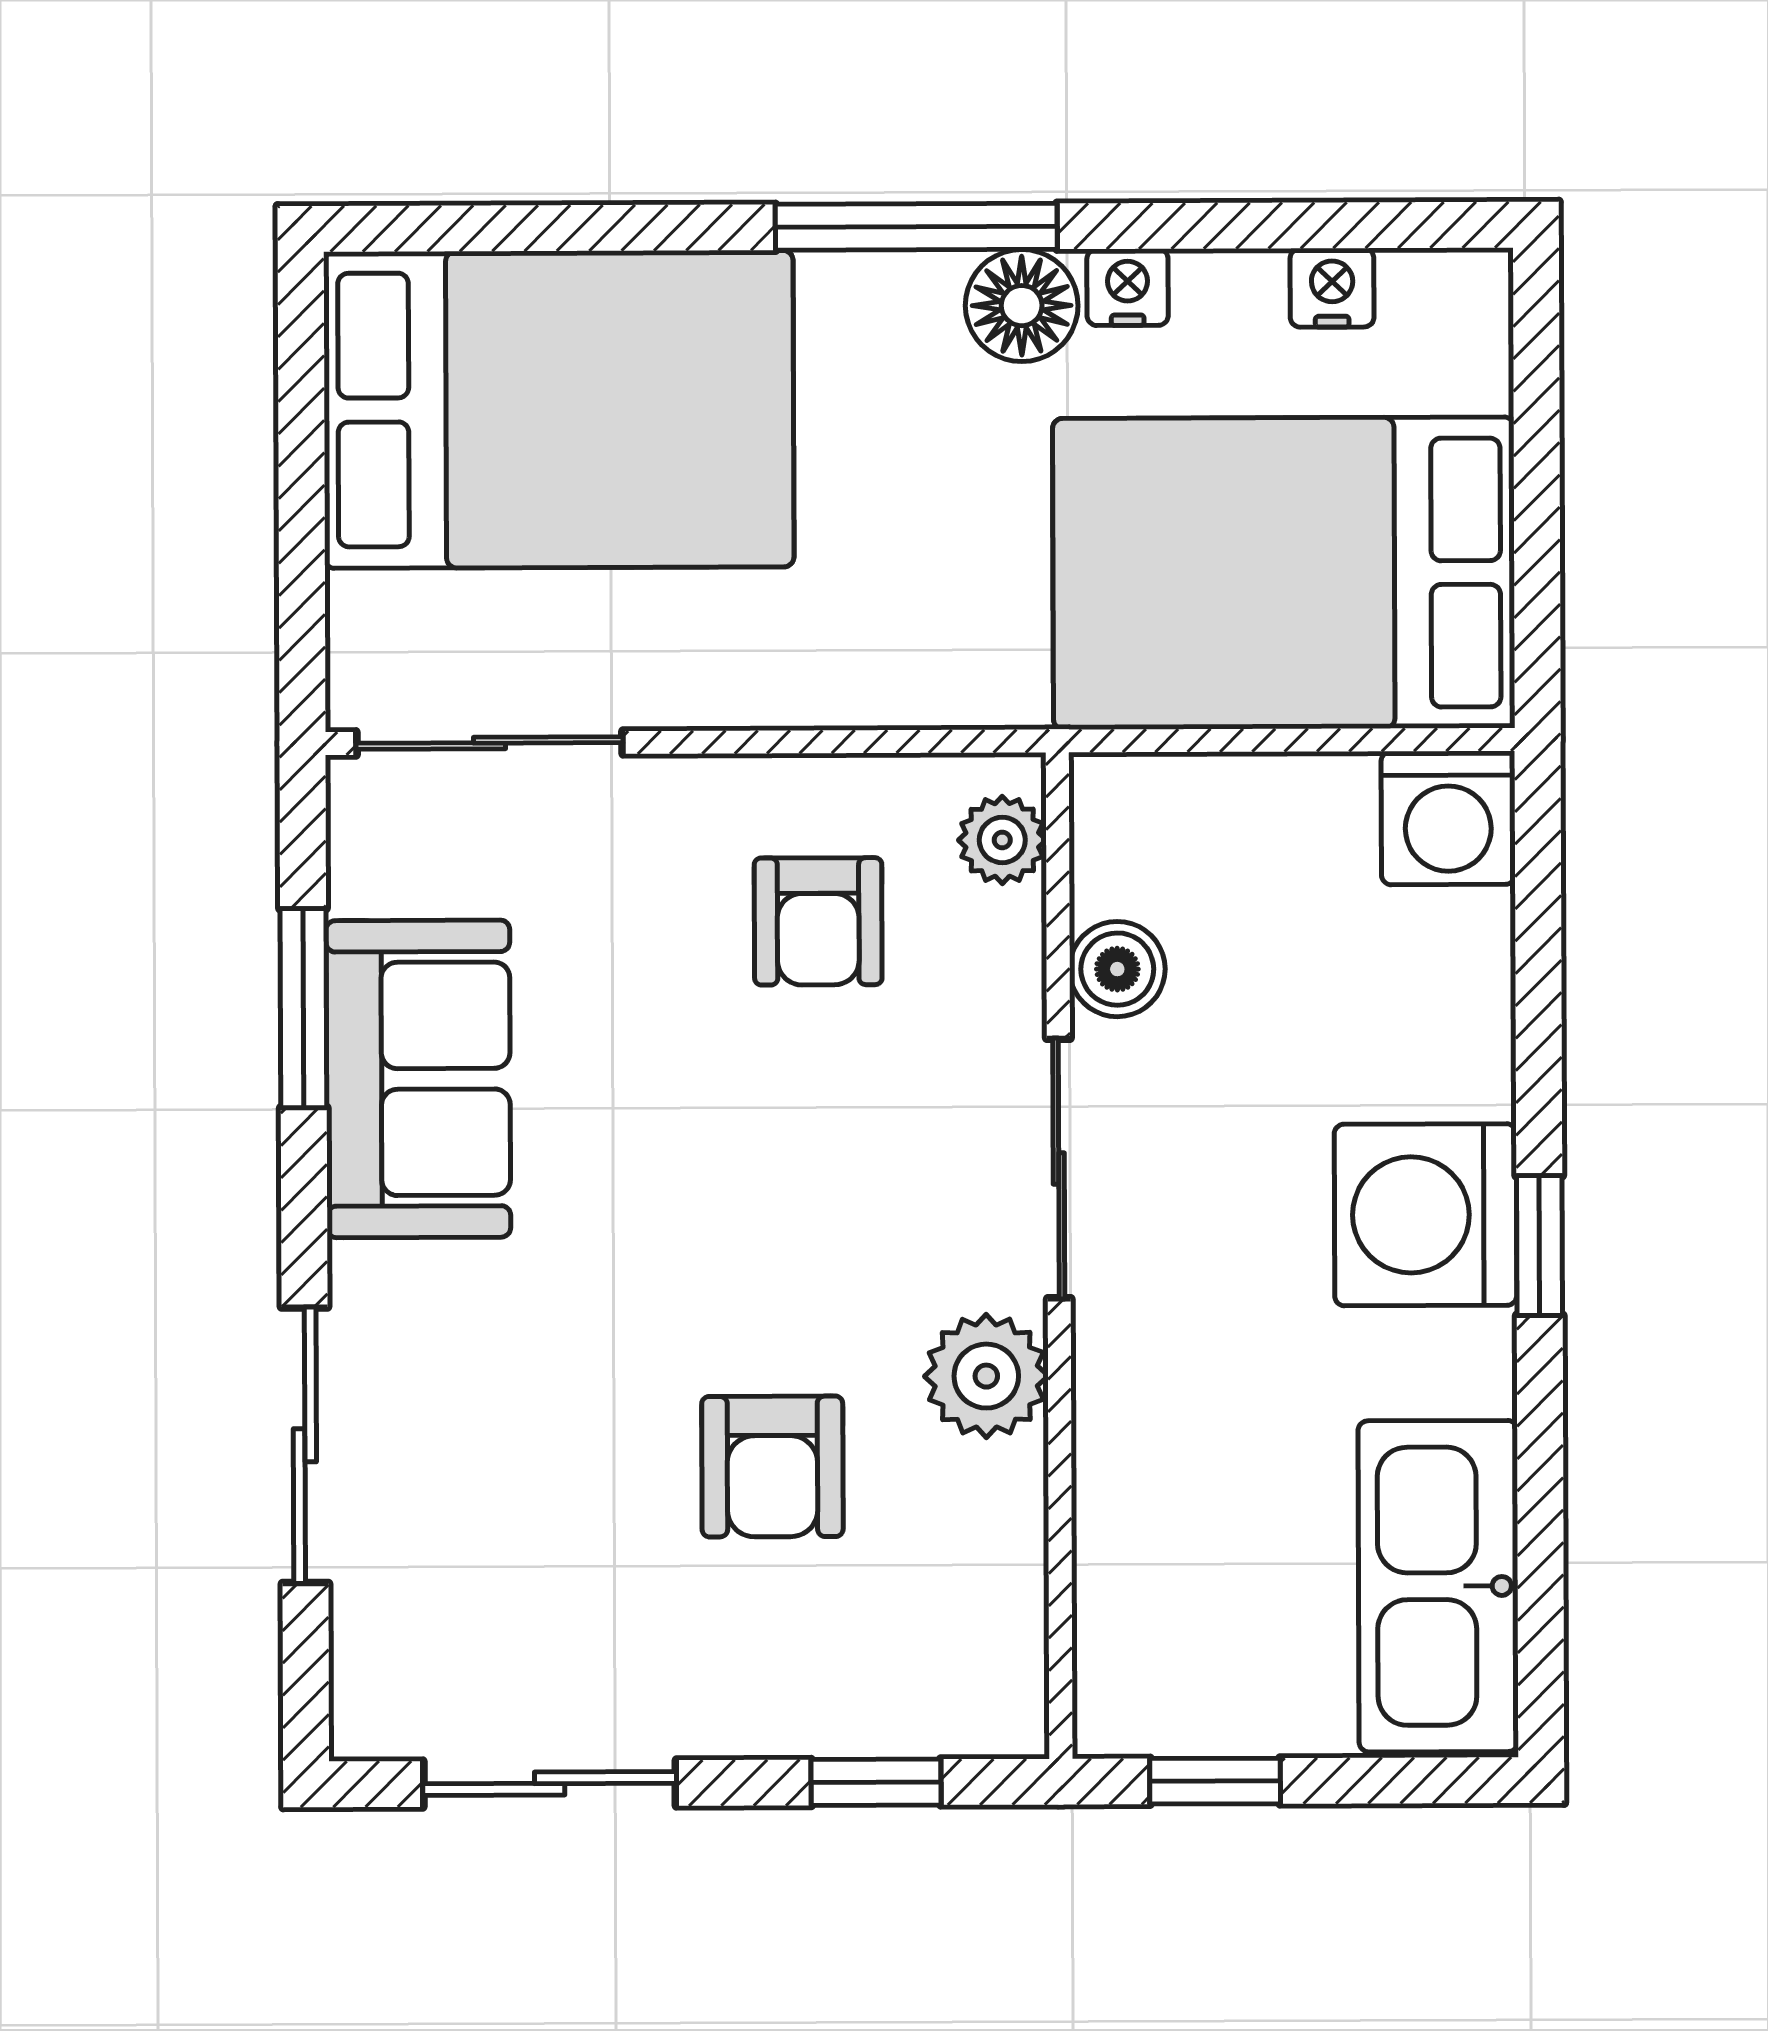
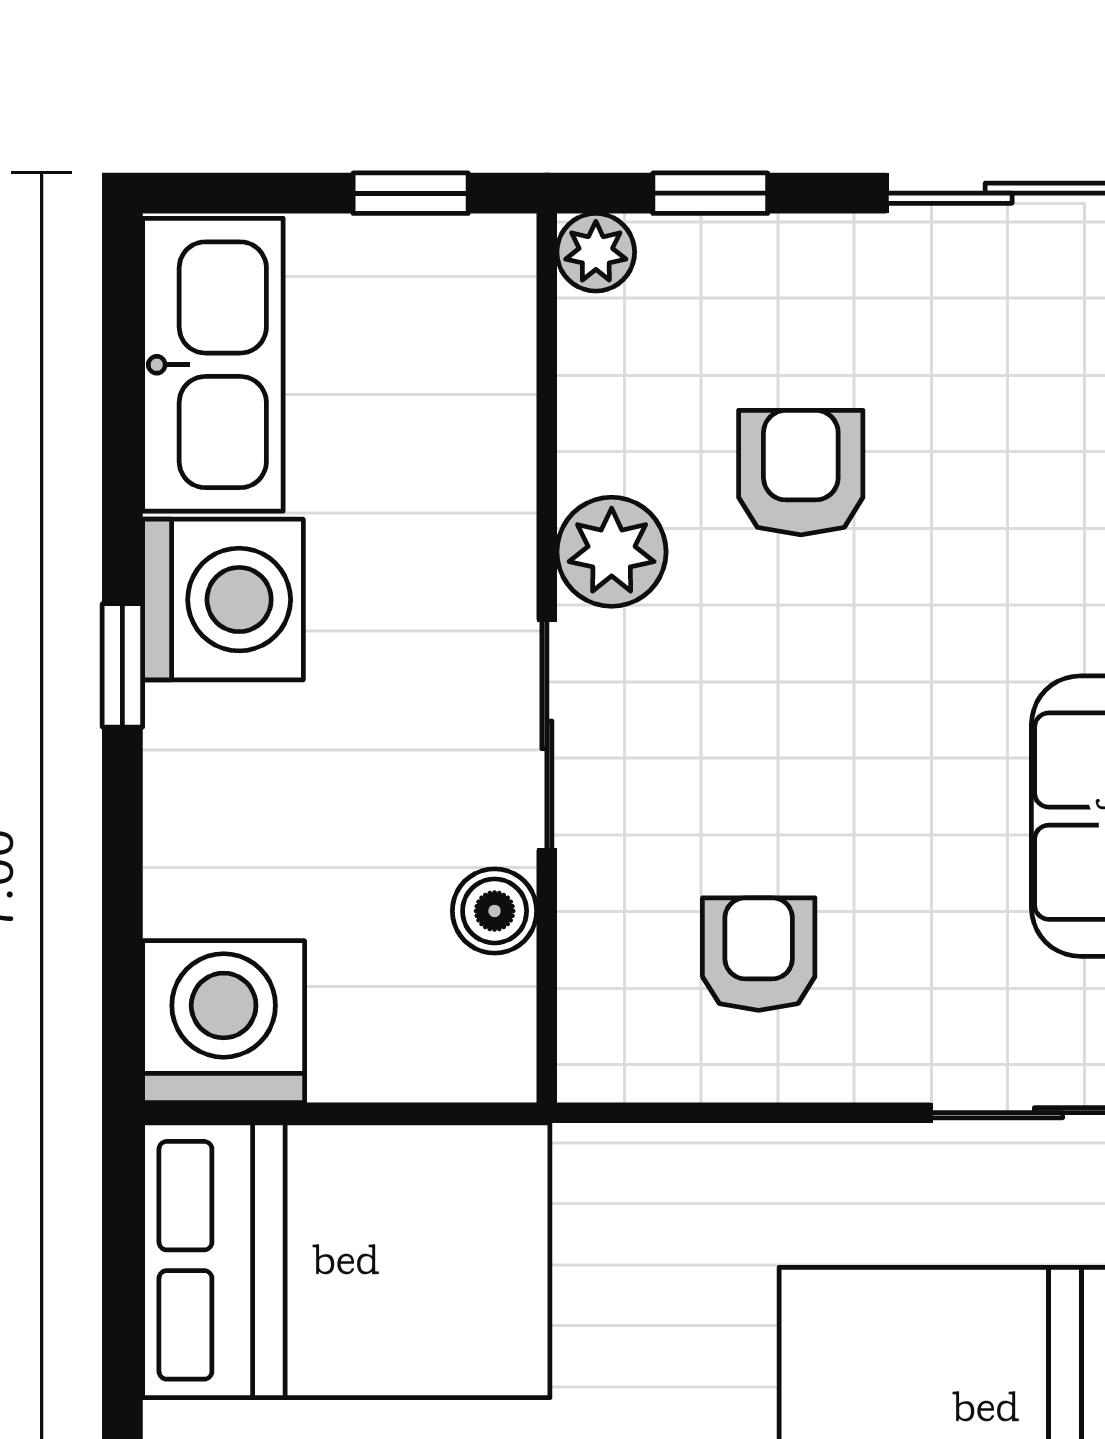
washing machine: (1448, 818) -> (224, 1022), width x1.37, depth x1.37
plant: (1002, 840) -> (596, 252), moved
washing machine: (1425, 1215) -> (223, 600), moved

